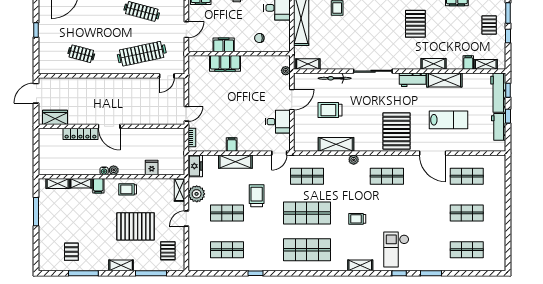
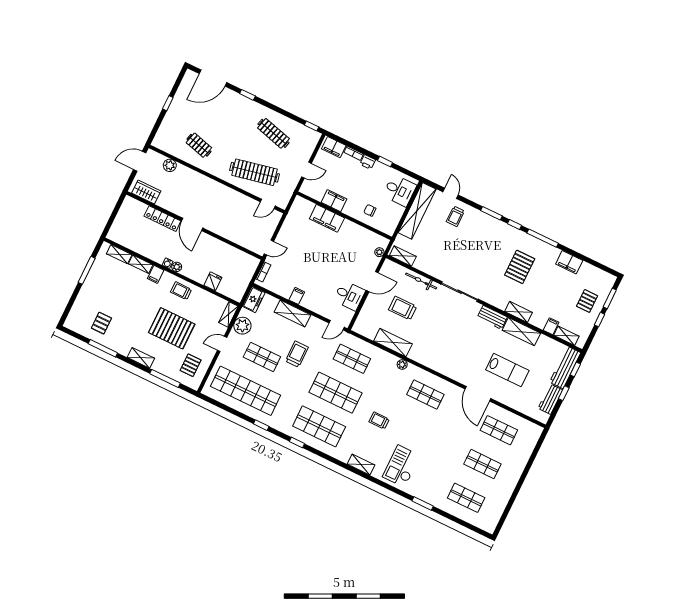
plant: (64, 84) -> (170, 165), added
pallet: (397, 131) -> (455, 357), removed
shop shelf: (227, 250) -> (246, 391), width x2.00, depth x1.36
window: (399, 273) -> (297, 442), moved

